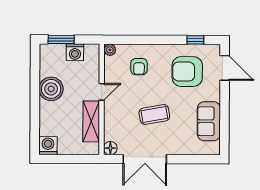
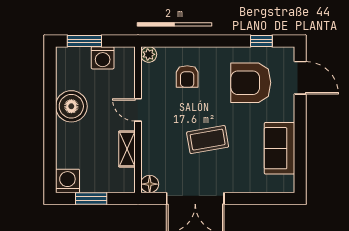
door: (102, 92) -> (138, 110), swing flipped
shelving: (91, 121) -> (127, 149), width x0.67, depth x0.75
window: (66, 159) -> (91, 198), added

